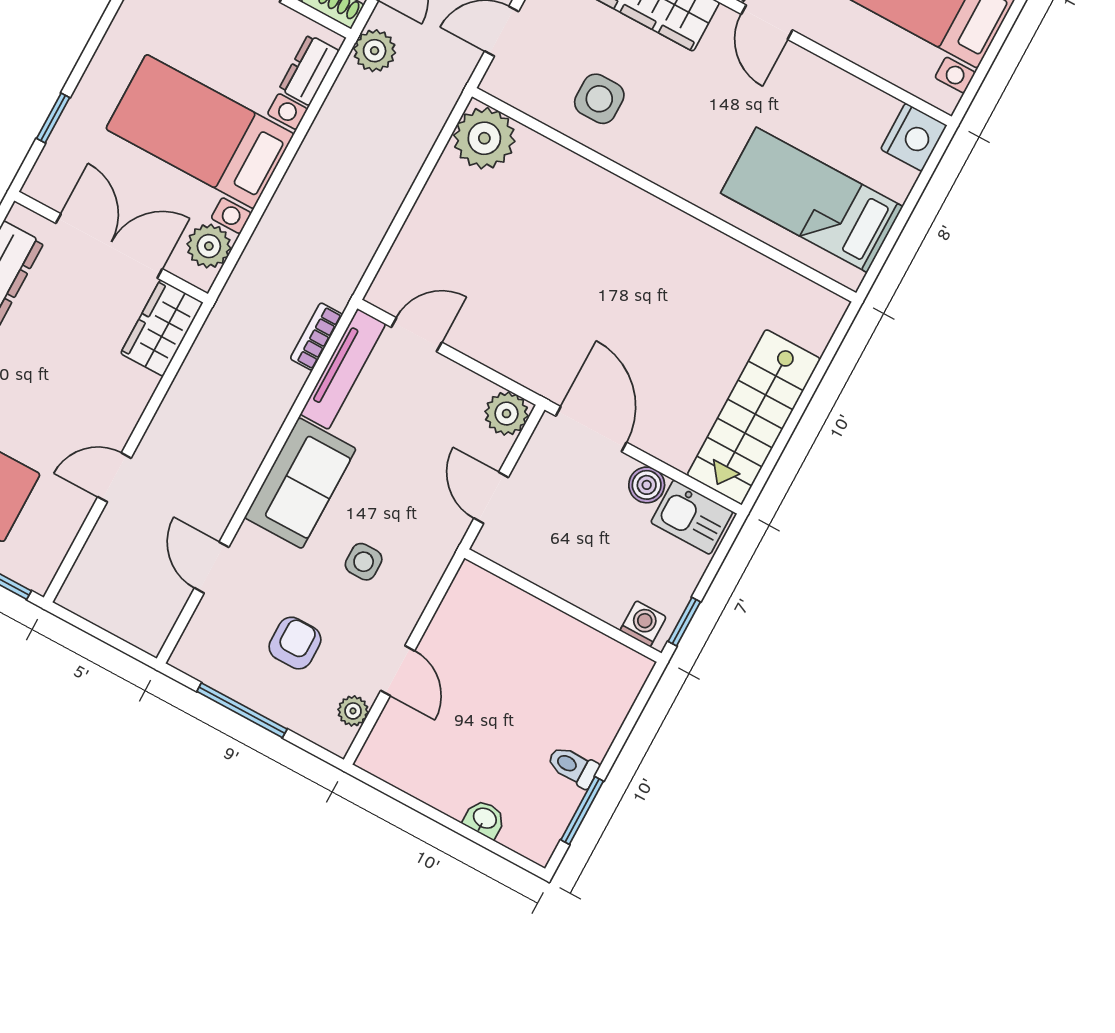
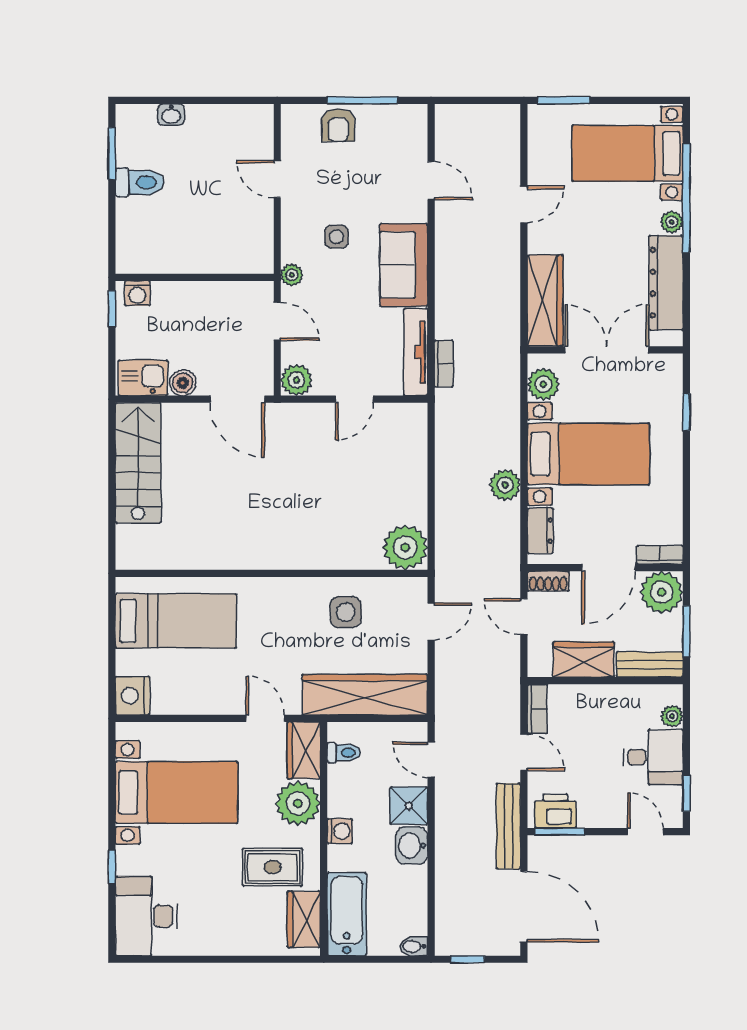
plant: (375, 51) -> (505, 485), moved
double door: (109, 246) -> (607, 350), swing flipped
wardrobe: (162, 328) -> (545, 301), width x1.50
door: (417, 335) -> (354, 399), moved
armchair: (295, 643) -> (338, 125), moved
plant: (353, 711) -> (292, 275), moved
toilet: (573, 766) -> (140, 182), width x1.37, depth x1.39

